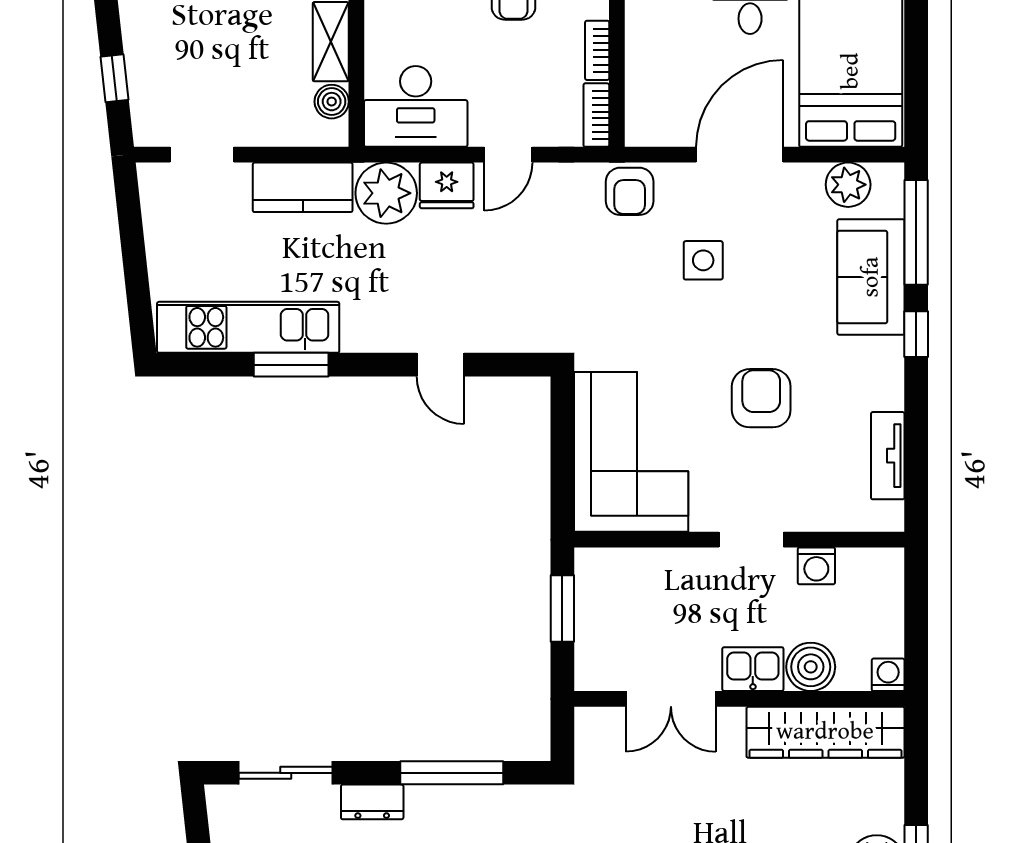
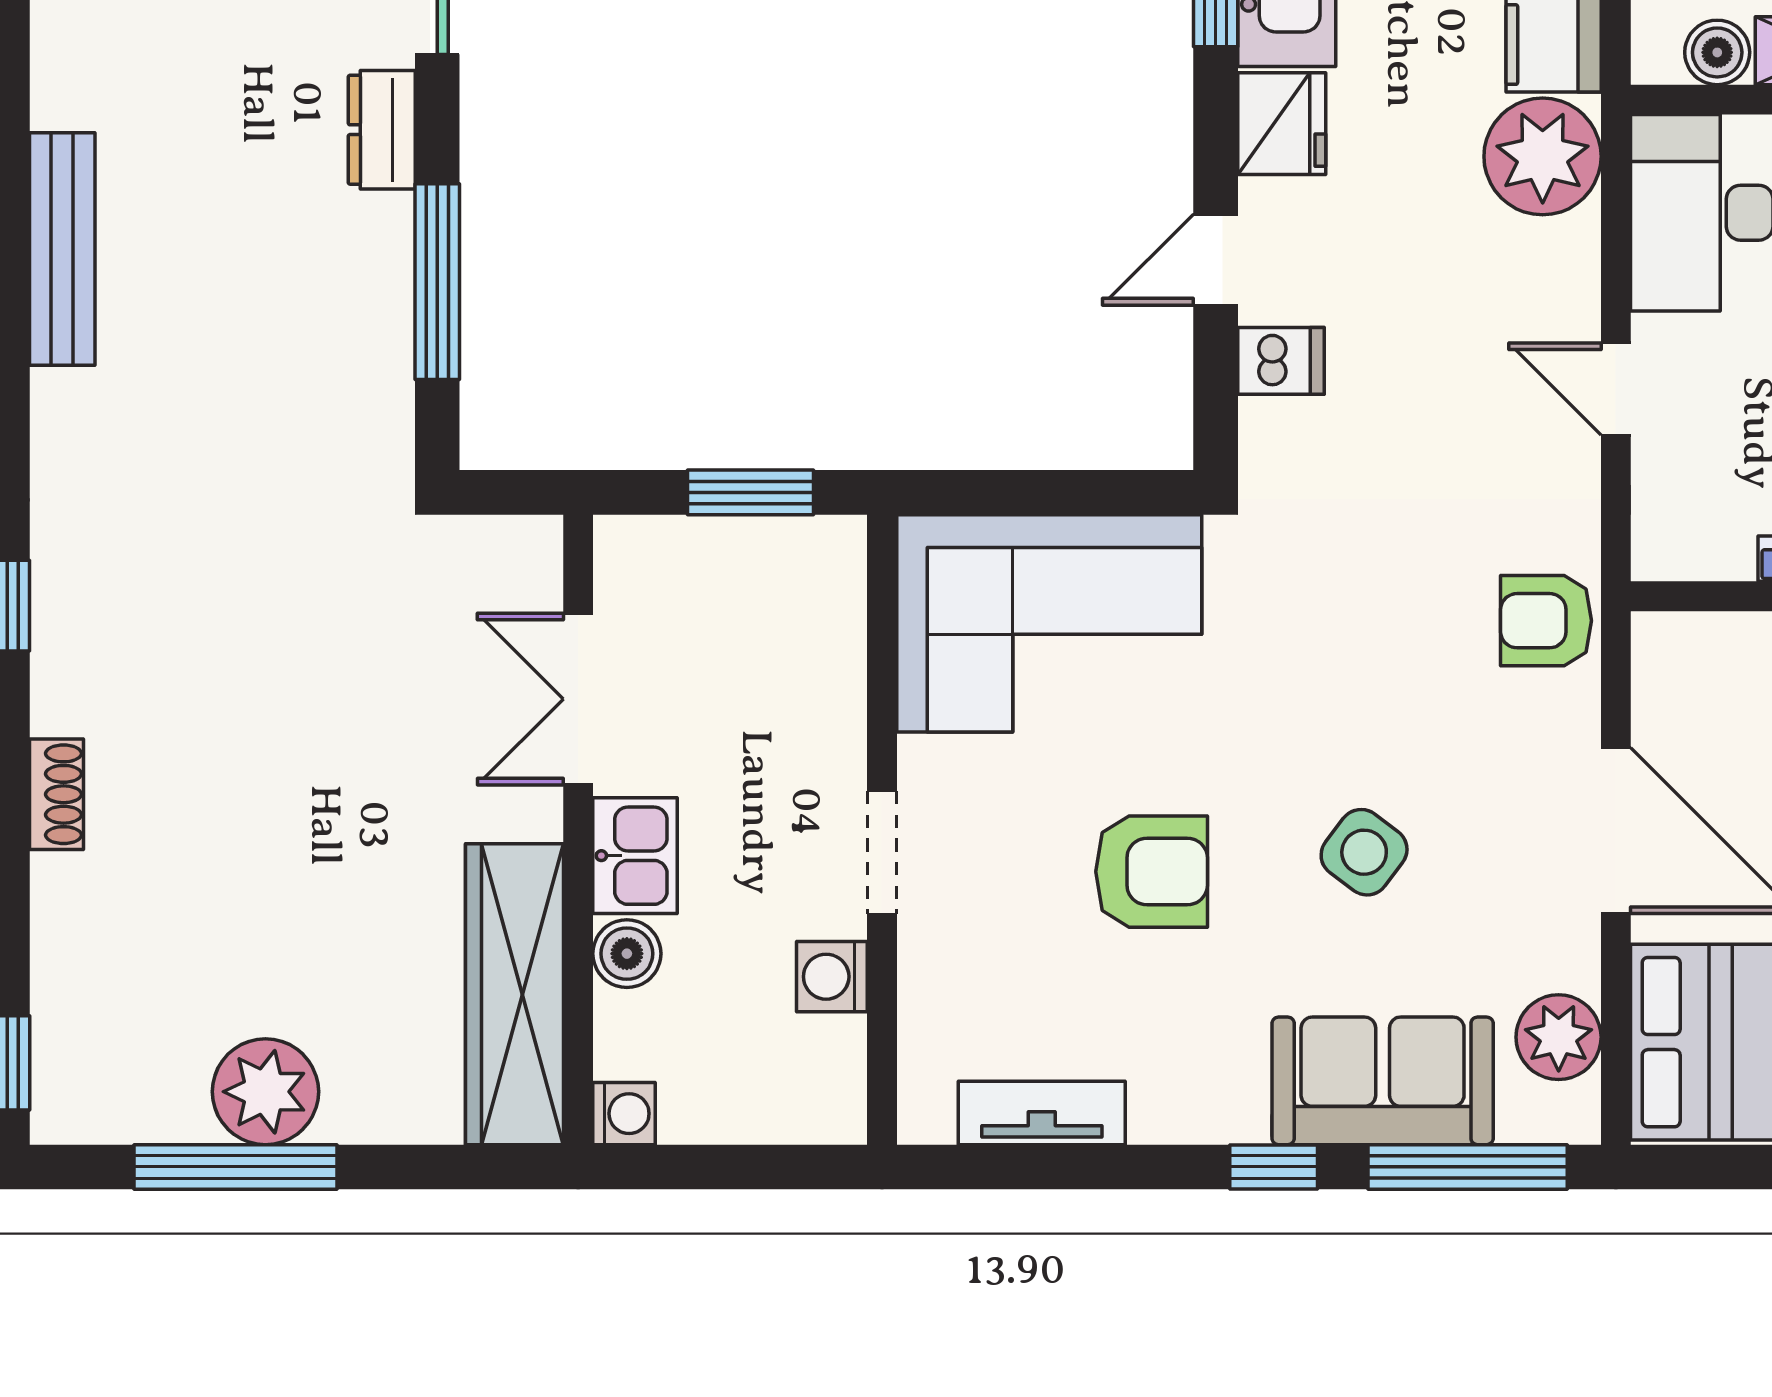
bookcase: (596, 115) -> (1691, 557), removed
fridge: (447, 185) -> (1282, 124), moved, turned 180
side table: (703, 260) -> (1364, 852), moved, turned 37
dishwasher: (493, 330) -> (1281, 361), added
boiler: (811, 667) -> (627, 954), width x0.73, depth x0.73

